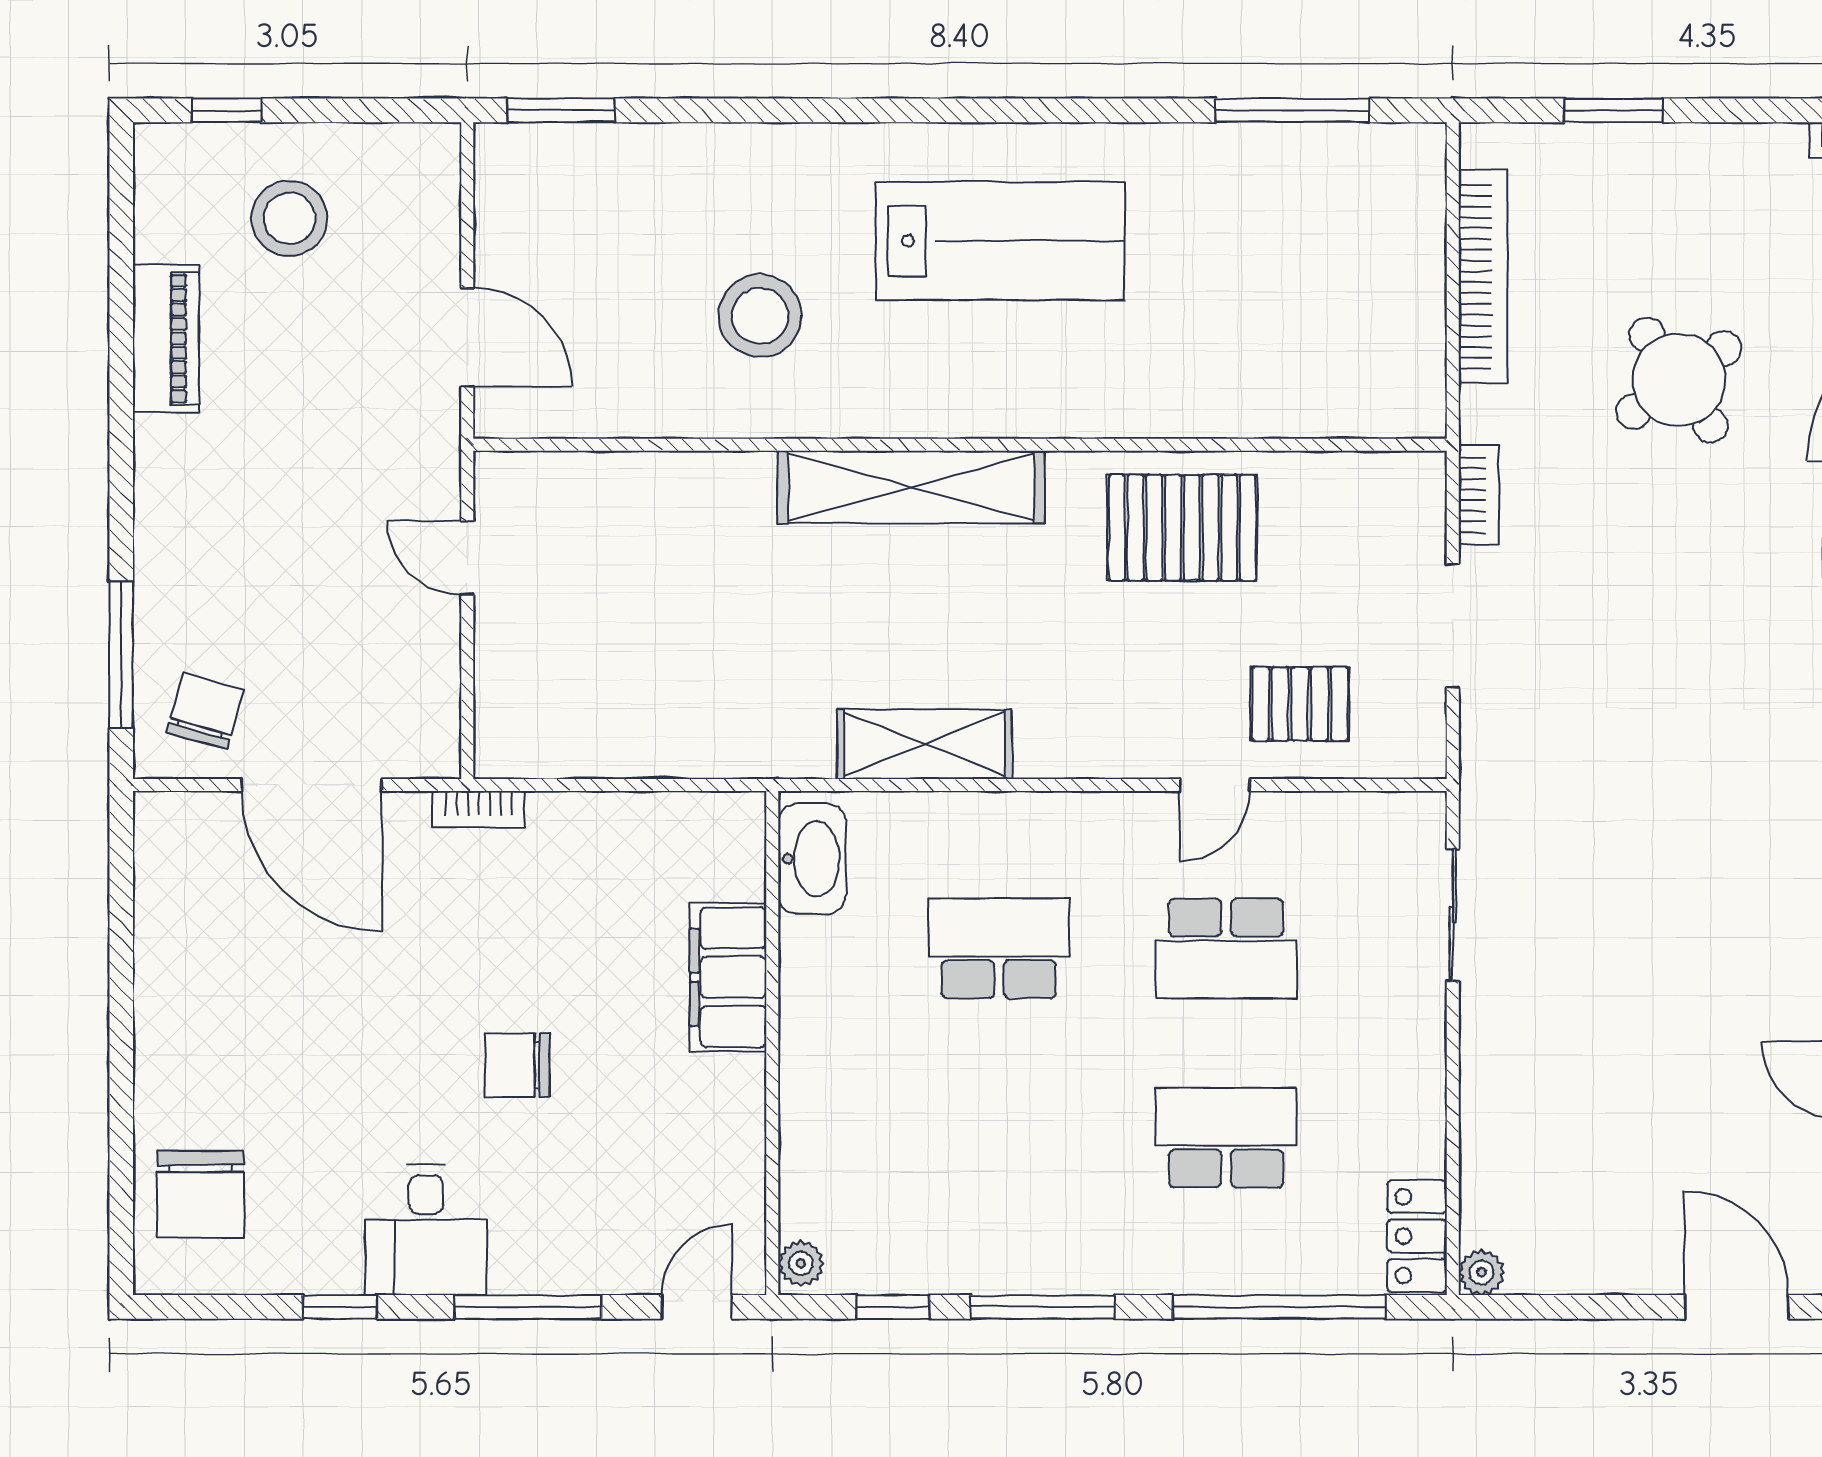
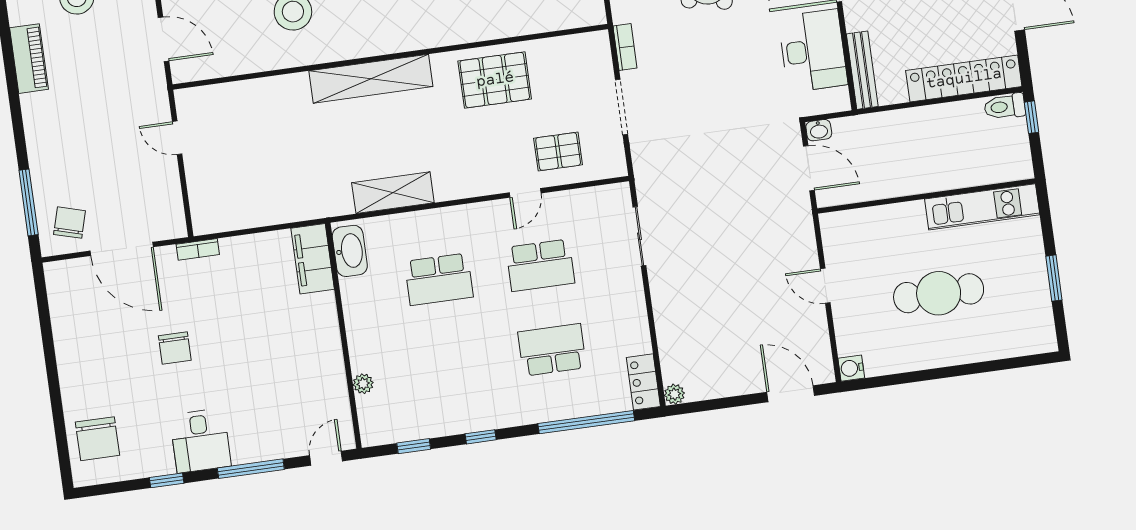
school desk: (999, 948) -> (439, 279), turned 180
filing cabinet: (728, 977) -> (313, 259), moved
chair: (518, 1065) -> (175, 348), moved, turned -90
plant: (801, 1263) -> (363, 384), moved
window: (1043, 1307) -> (481, 437), width x0.46

